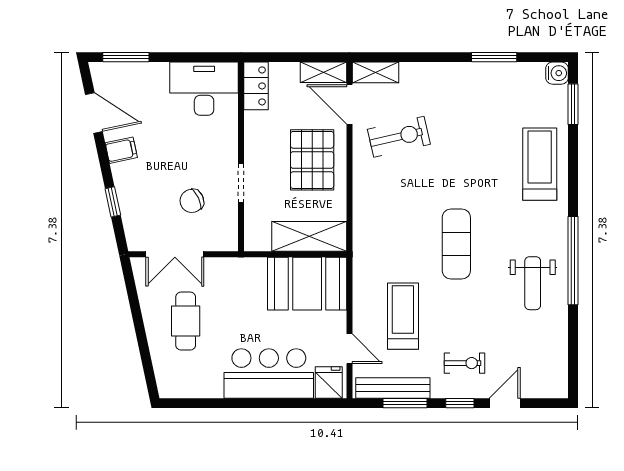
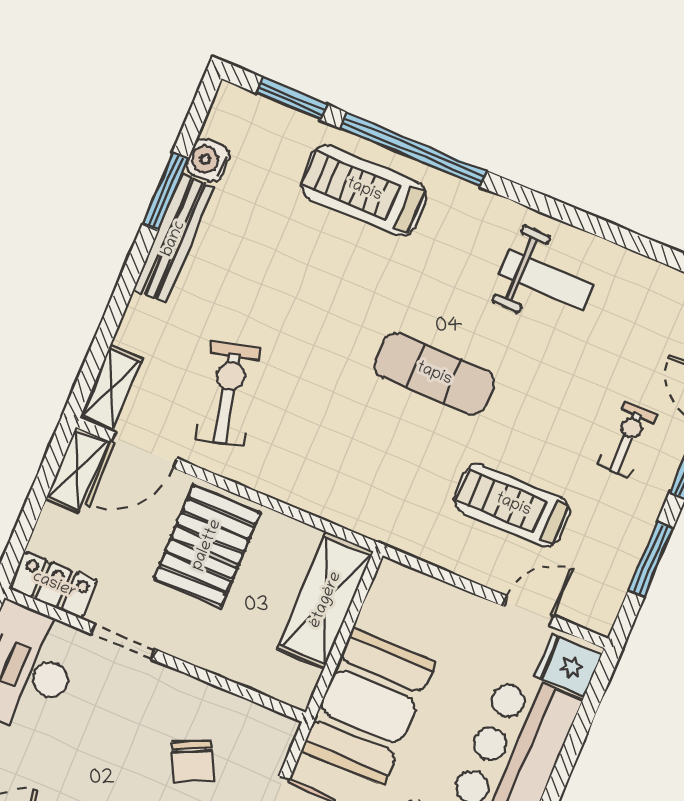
water cooler: (557, 73) -> (208, 160), moved, turned -90
pallet: (312, 160) -> (207, 545), turned 90
doorway: (241, 183) -> (123, 642), moved
window: (573, 261) -> (413, 150), moved
booth: (307, 284) -> (368, 706), moved
bench: (393, 388) -> (174, 239), moved

